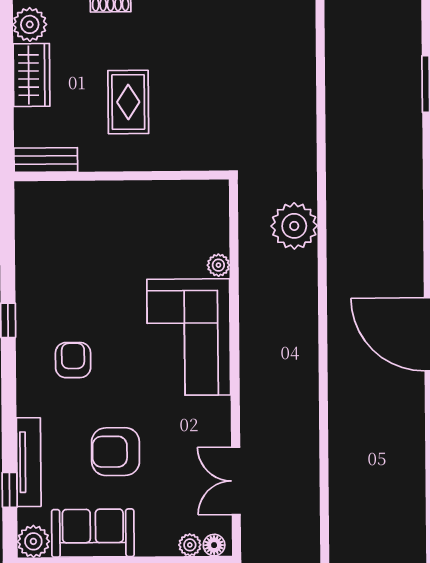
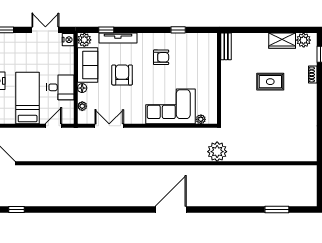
bench: (46, 160) -> (226, 46), moved
wall: (122, 176) -> (219, 78), moved
floor lamp: (214, 545) -> (82, 88), moved

